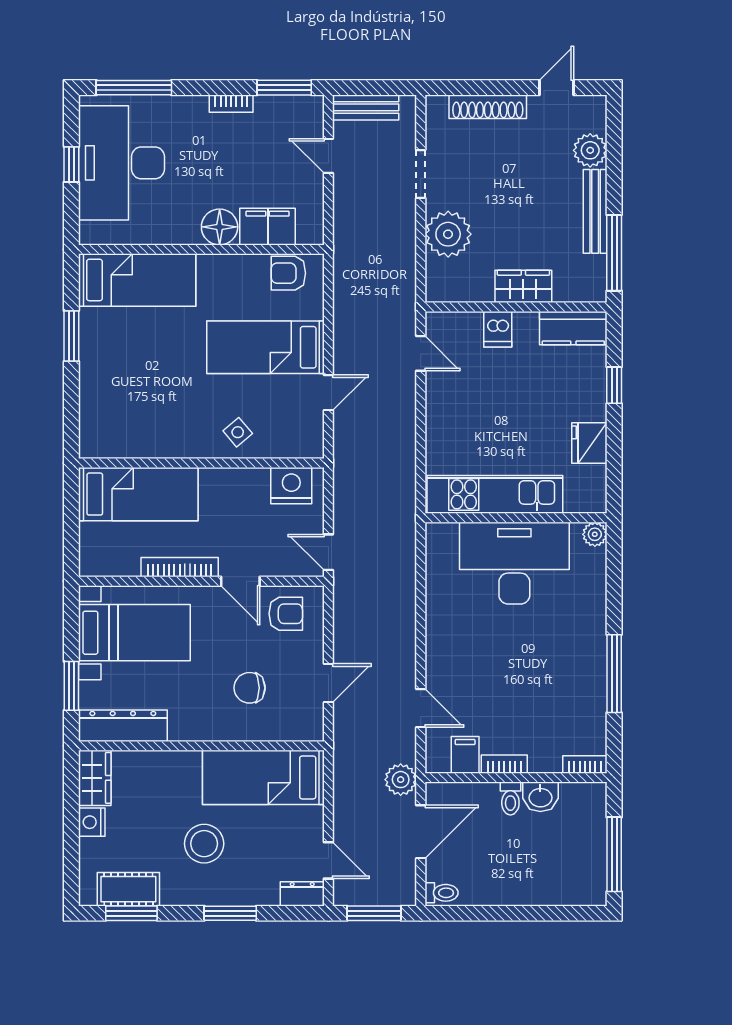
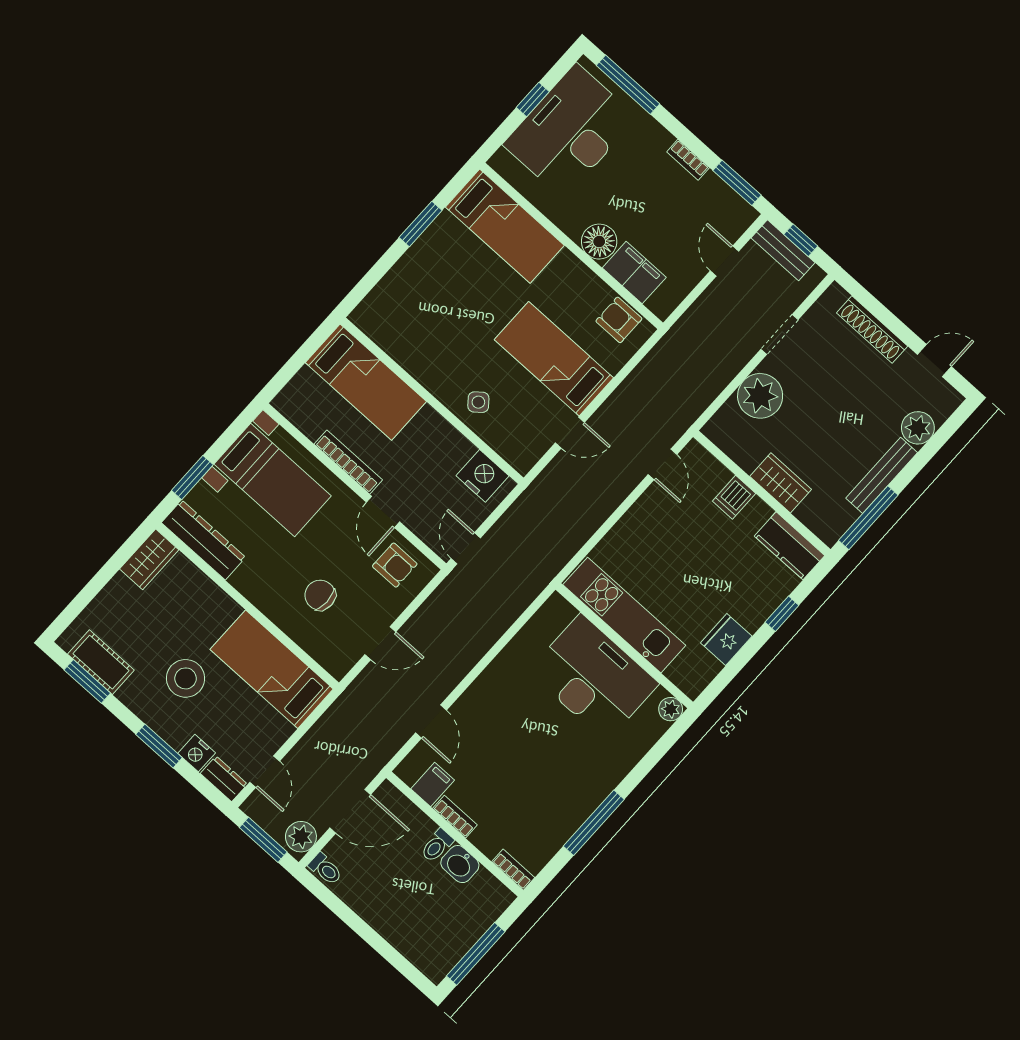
window: (372, 88) -> (801, 240), added
plant: (401, 780) -> (301, 837), moved
nightstand: (92, 822) -> (197, 753), moved, turned -90

